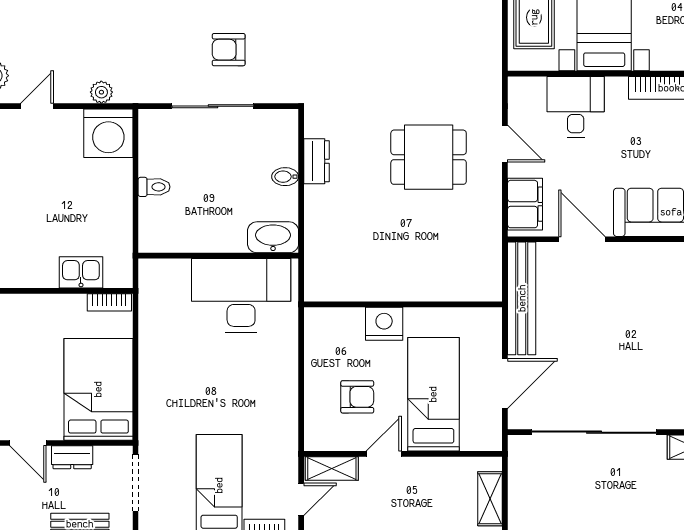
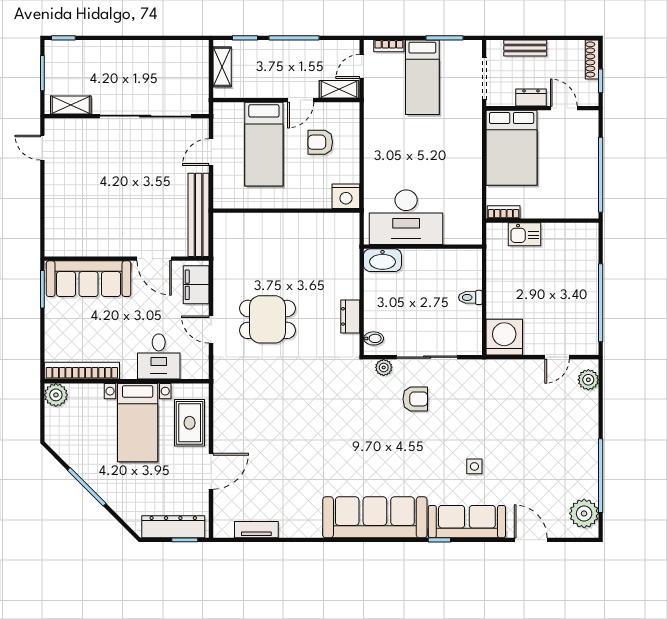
plant: (101, 92) -> (384, 367), moved
bidet: (285, 177) -> (374, 338), moved
nightstand: (384, 324) -> (346, 196), moved
door: (505, 383) -> (211, 152), width x0.73

